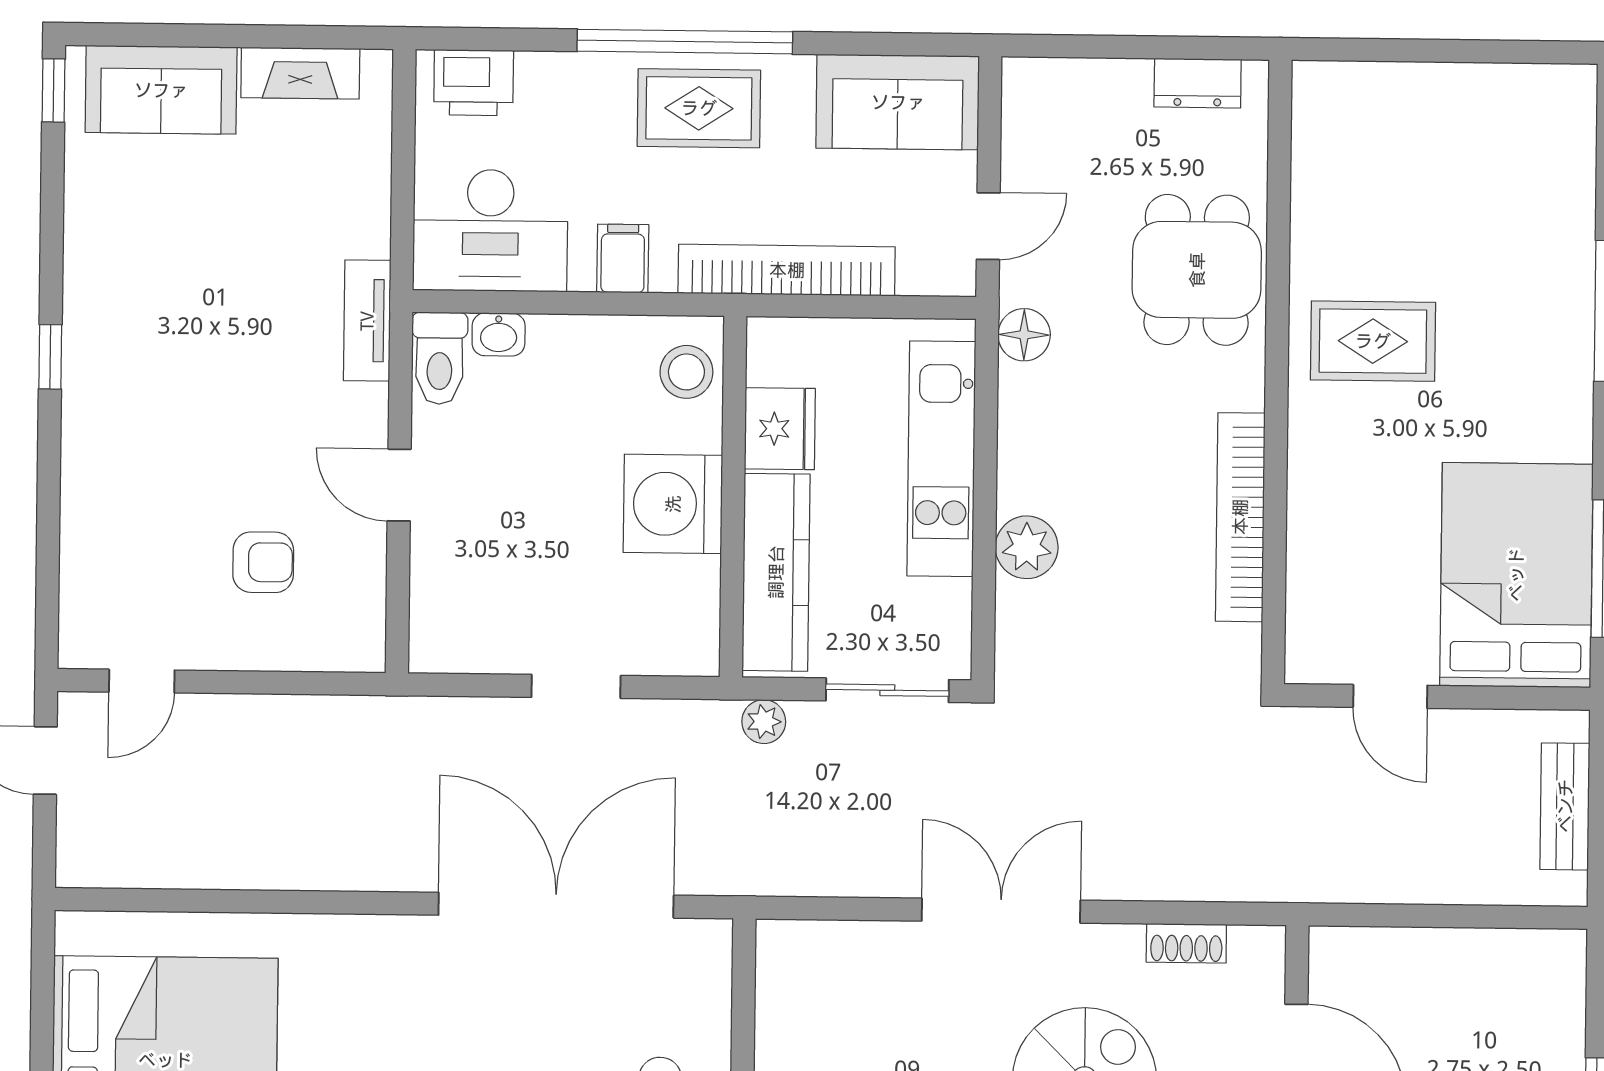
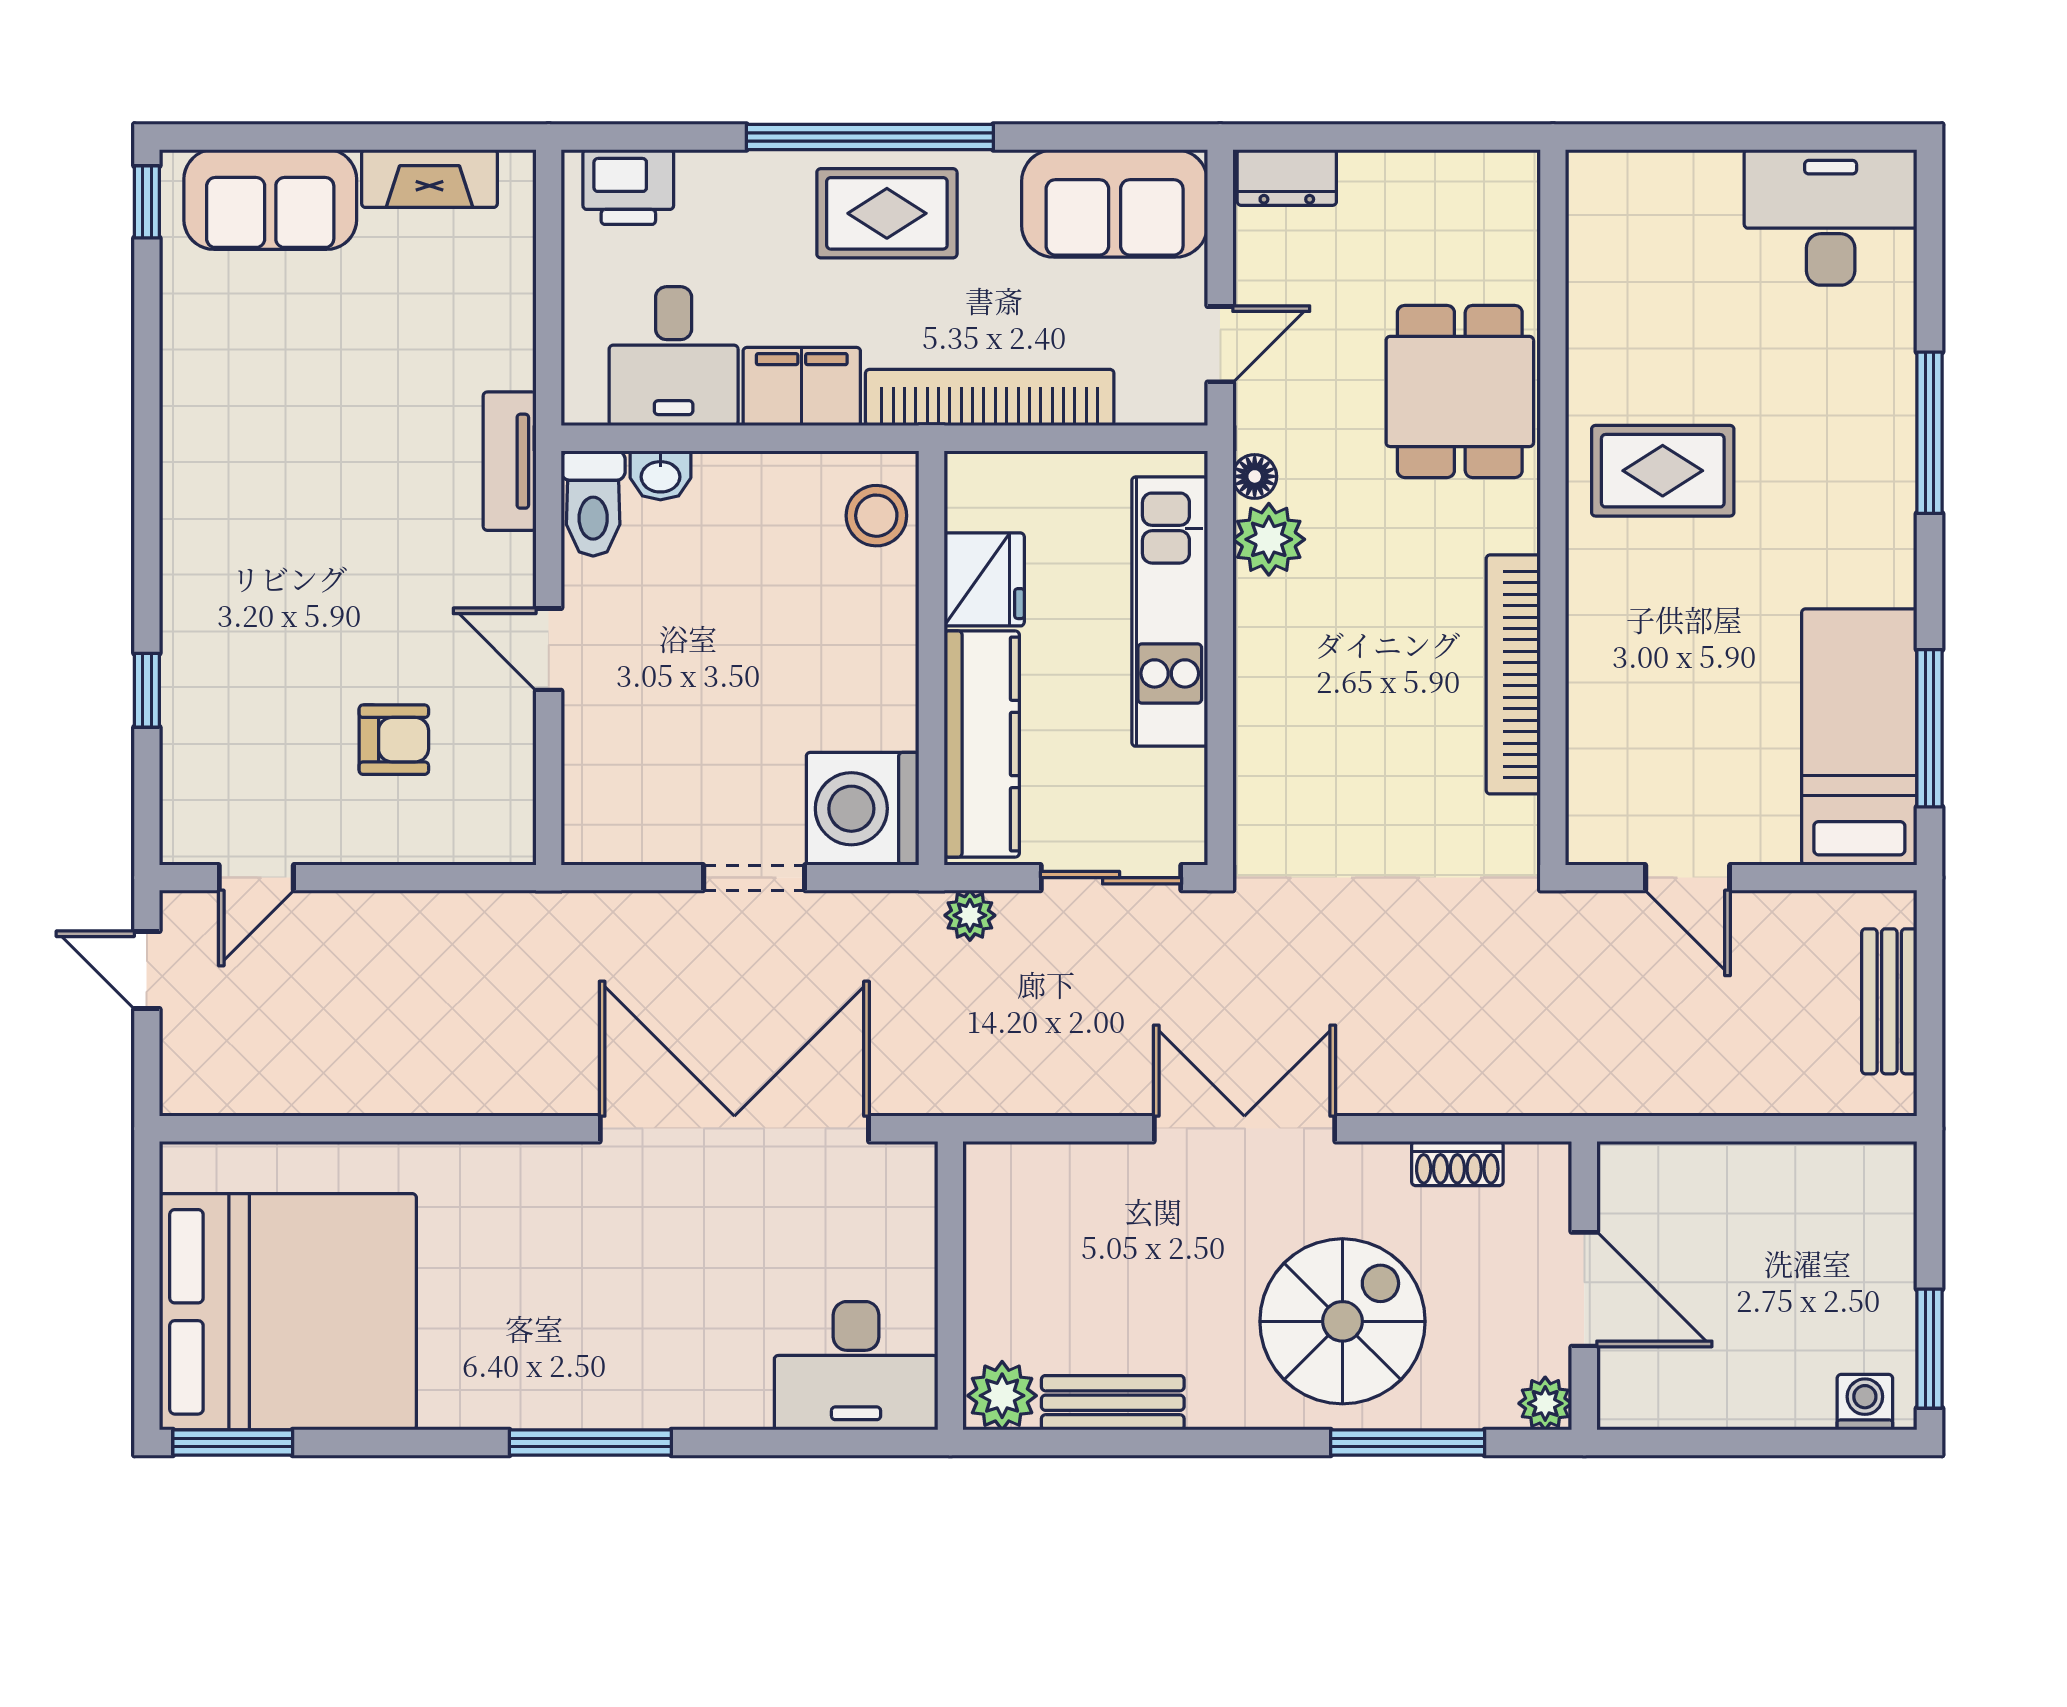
dresser: (1198, 83) -> (1287, 177), moved
desk: (1522, 122) -> (1831, 217), added
desk: (490, 230) -> (674, 356), width x0.73
filing cabinet: (623, 259) -> (802, 387), width x2.00
floor lamp: (1024, 335) -> (1255, 476), width x0.73, depth x0.73
window: (50, 357) -> (147, 690), moved
washing machine: (673, 504) -> (863, 809), moved
plant: (1027, 547) -> (1269, 539), moved
bed: (1516, 575) -> (1859, 737), width x0.67

